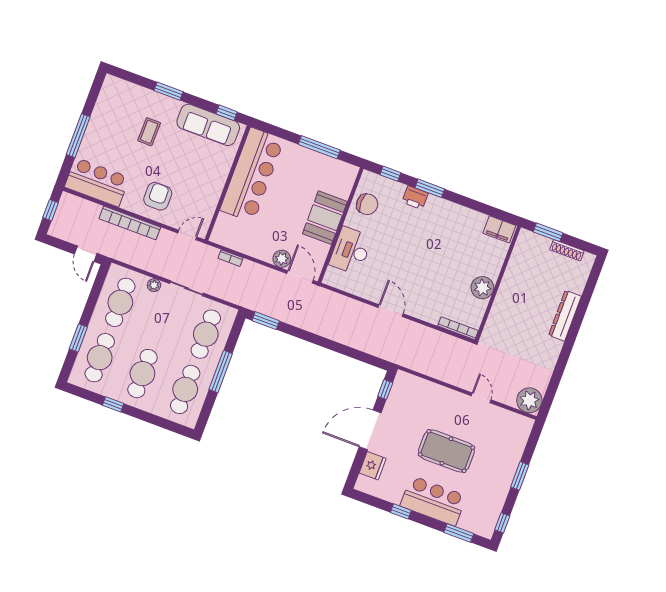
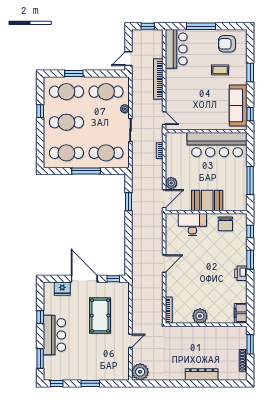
armchair: (158, 196) -> (227, 44), moved, turned 180
printer: (415, 198) -> (241, 273), moved
window: (266, 321) -> (129, 202), moved
pool table: (446, 451) -> (100, 316), moved

